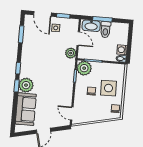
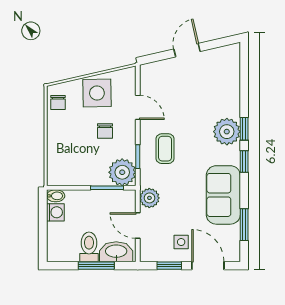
coffee table: (60, 79) -> (165, 149), added
side table: (108, 88) -> (97, 93), moved
sofa: (26, 109) -> (223, 195), moved
door: (72, 114) -> (138, 107), moved

